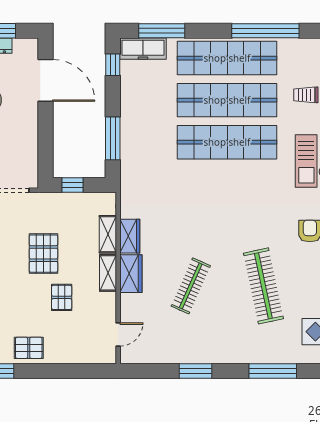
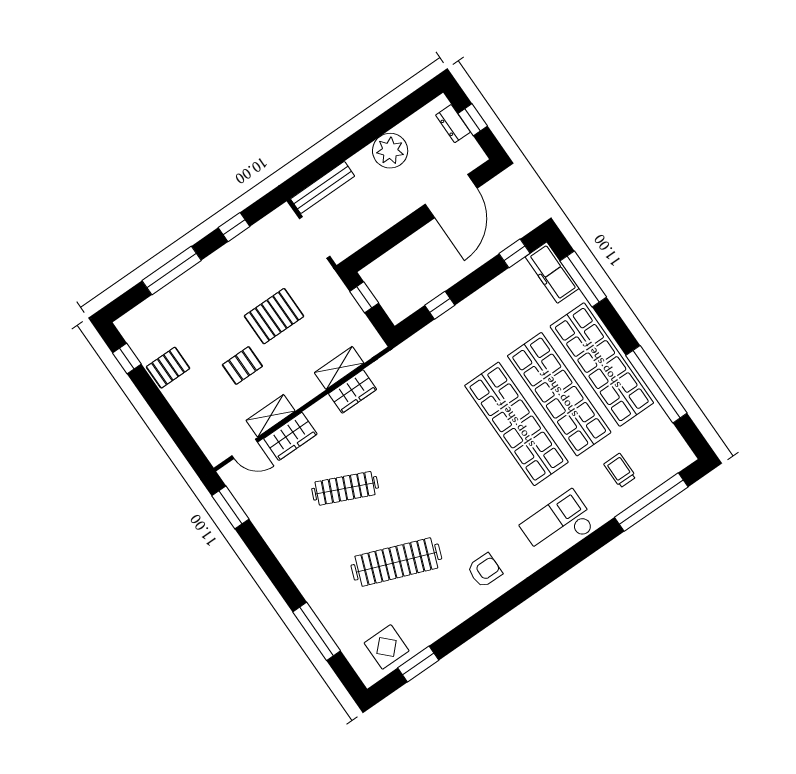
window: (113, 138) -> (440, 305), width x0.46
shelving: (108, 273) -> (271, 416), moved
wardrobe: (131, 274) -> (290, 436), moved
clothes rail: (263, 286) -> (396, 562), turned 33
pallet: (29, 348) -> (168, 368), turned 90
window: (195, 371) -> (230, 507), moved

